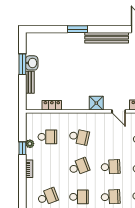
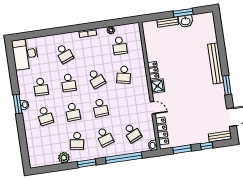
window: (77, 29) -> (227, 85), moved
bench: (107, 38) -> (216, 63), moved
locker: (52, 105) -> (153, 70), moved
door: (119, 111) -> (153, 108), swing flipped
window: (22, 148) -> (106, 24), removed

